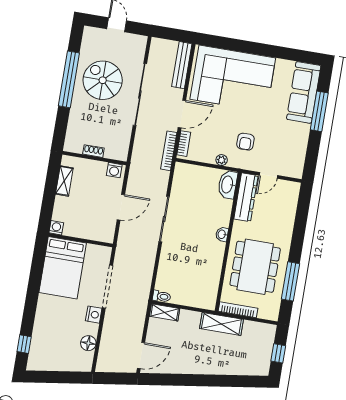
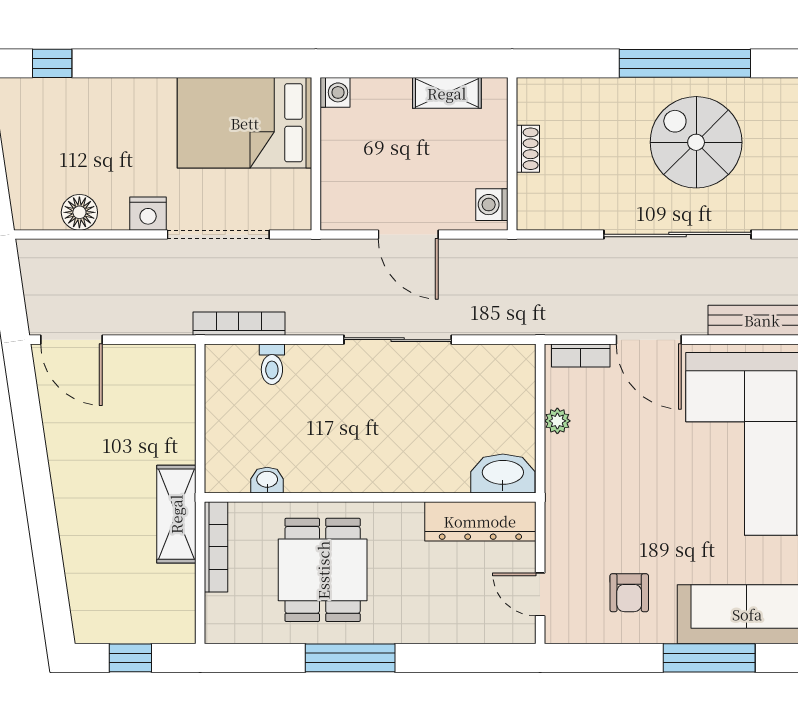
spiral stairs: (103, 80) -> (696, 142), turned -90
armchair: (245, 142) -> (629, 593), moved, turned -90
bookcase: (169, 151) -> (239, 324), moved
plant: (222, 160) -> (557, 421), moved
door: (268, 175) -> (540, 594), moved
washbasin: (222, 234) -> (267, 480), moved
dining table: (255, 267) -> (323, 570), width x0.73
window: (290, 281) -> (350, 658), moved
toilet: (162, 296) -> (272, 364), moved
shelving: (165, 312) -> (181, 377), removed

